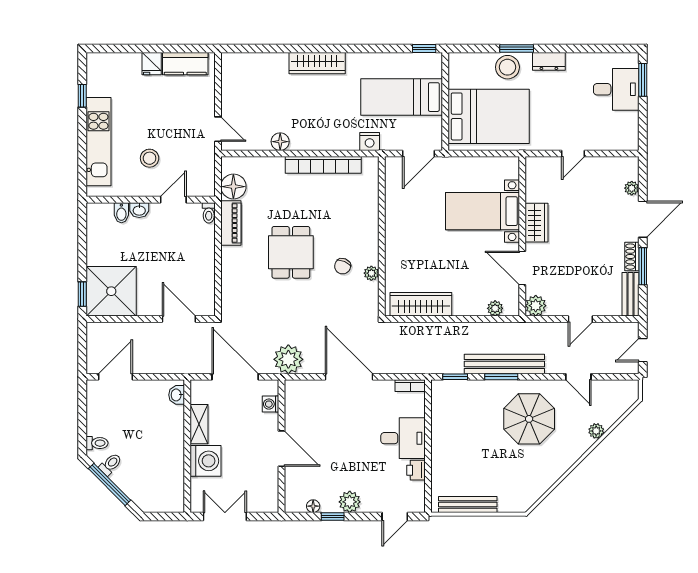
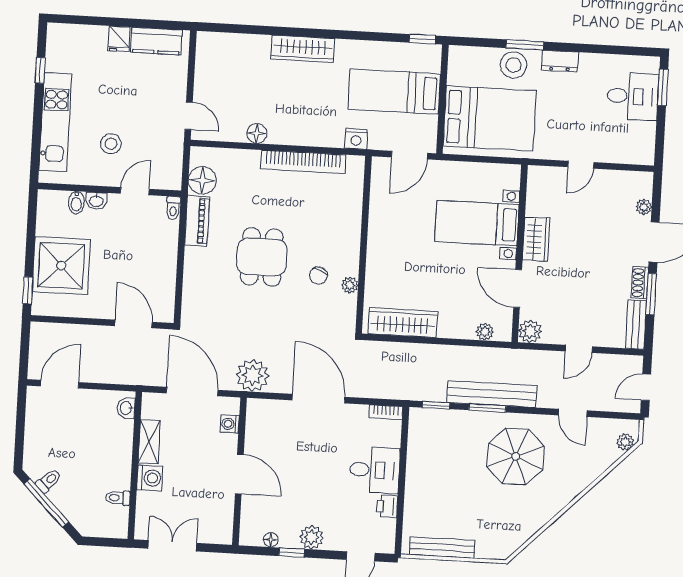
shower: (111, 291) -> (61, 266), moved
plant: (596, 431) -> (625, 442), moved
toilet: (97, 443) -> (118, 498), moved, turned 180
washing machine: (206, 461) -> (150, 478), width x0.73, depth x0.73

